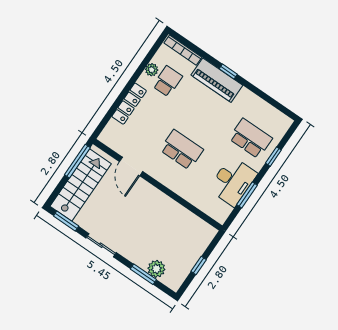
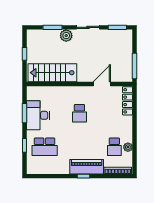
locker: (129, 104) -> (127, 101), moved
school desk: (182, 150) -> (79, 113), width x0.54
door: (131, 166) -> (102, 84), hinge flipped
stairs: (81, 185) -> (52, 73), moved, turned 90
plant: (156, 269) -> (66, 36), moved

